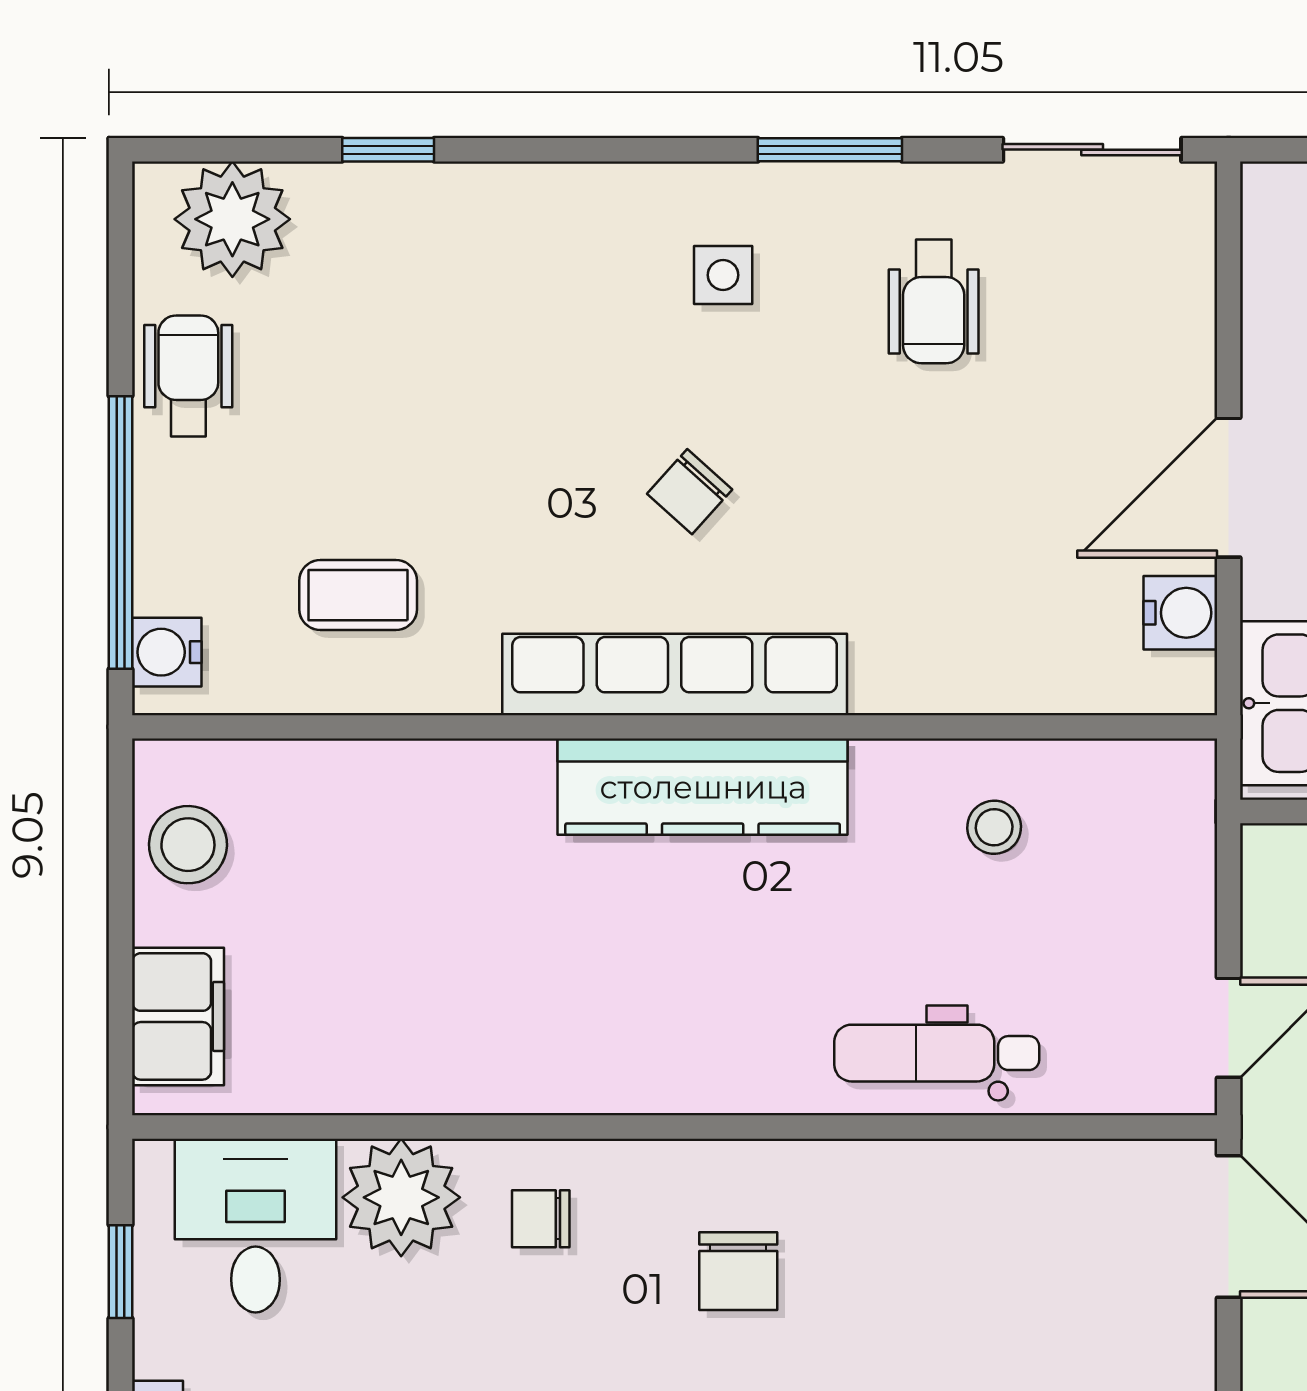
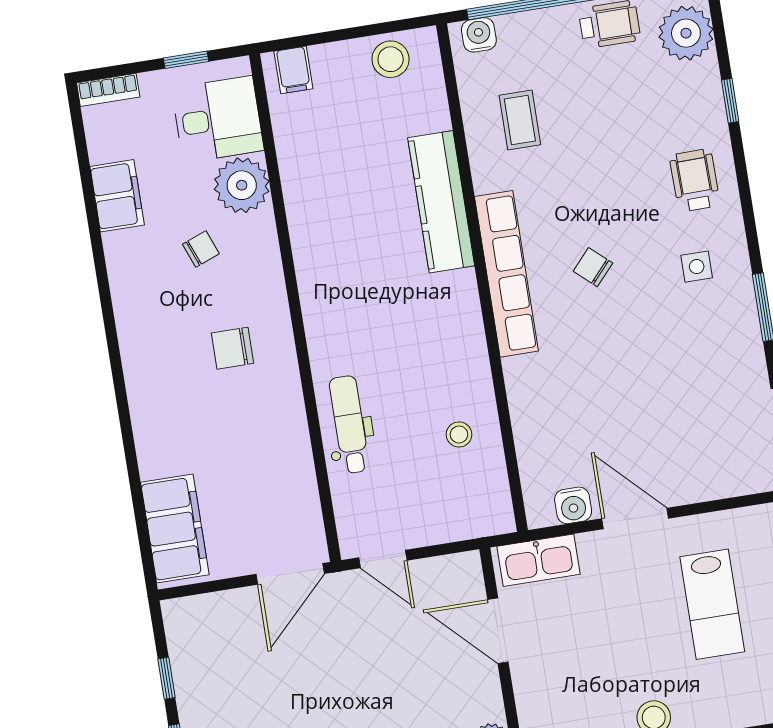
wheelchair: (934, 302) -> (695, 180), moved, turned 89
kitchen counter: (703, 787) -> (441, 202), moved
filing cabinet: (178, 1016) -> (293, 70), width x0.50
chair: (541, 1219) -> (201, 249), moved, turned 69

